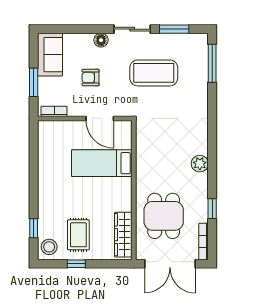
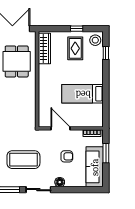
sofa: (50, 55) -> (95, 167), width x1.36
bed: (102, 163) -> (83, 94), moved, turned 180

